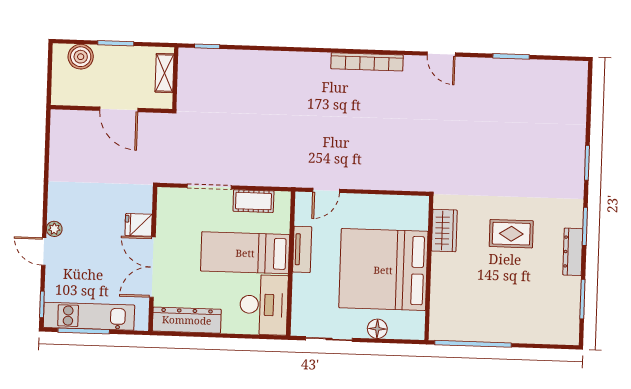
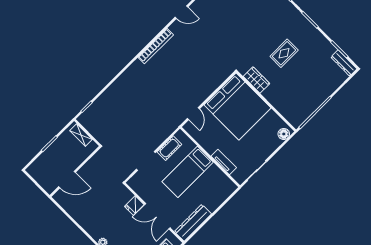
boiler: (81, 57) -> (41, 164), removed
door: (119, 109) -> (67, 180), moved
tv unit: (302, 249) -> (224, 162), moved
dresser: (573, 252) -> (344, 63), moved
bed: (383, 270) -> (237, 106), moved, turned -90
desk: (264, 305) -> (217, 184), removed
floor lamp: (377, 329) -> (284, 134), moved

